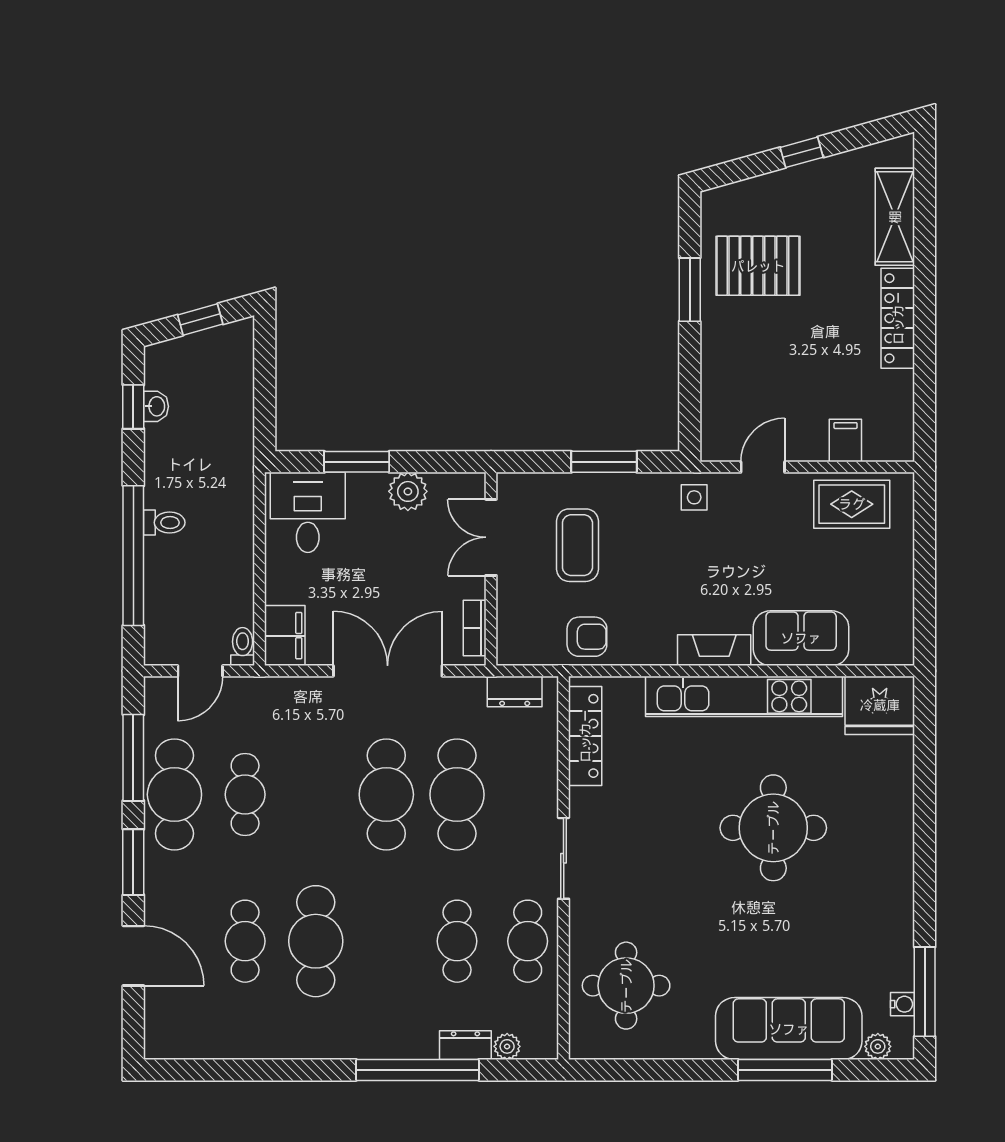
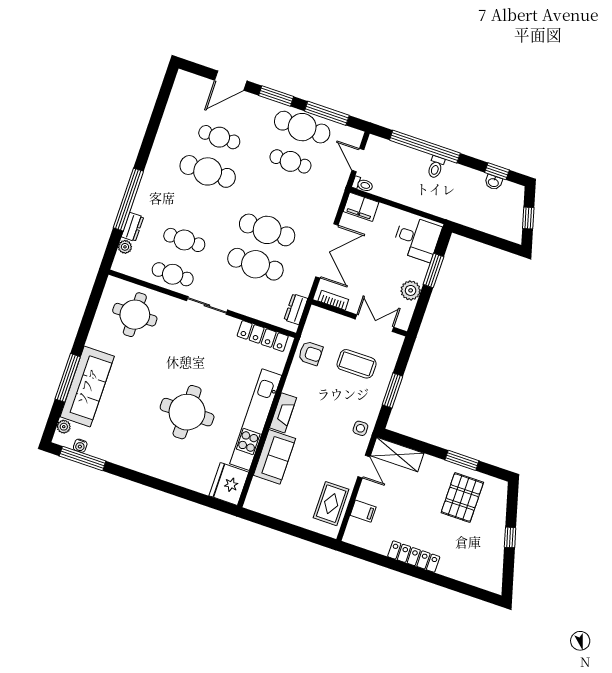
shelving: (895, 217) -> (397, 455), moved
armchair: (587, 637) -> (311, 353), turned -90

